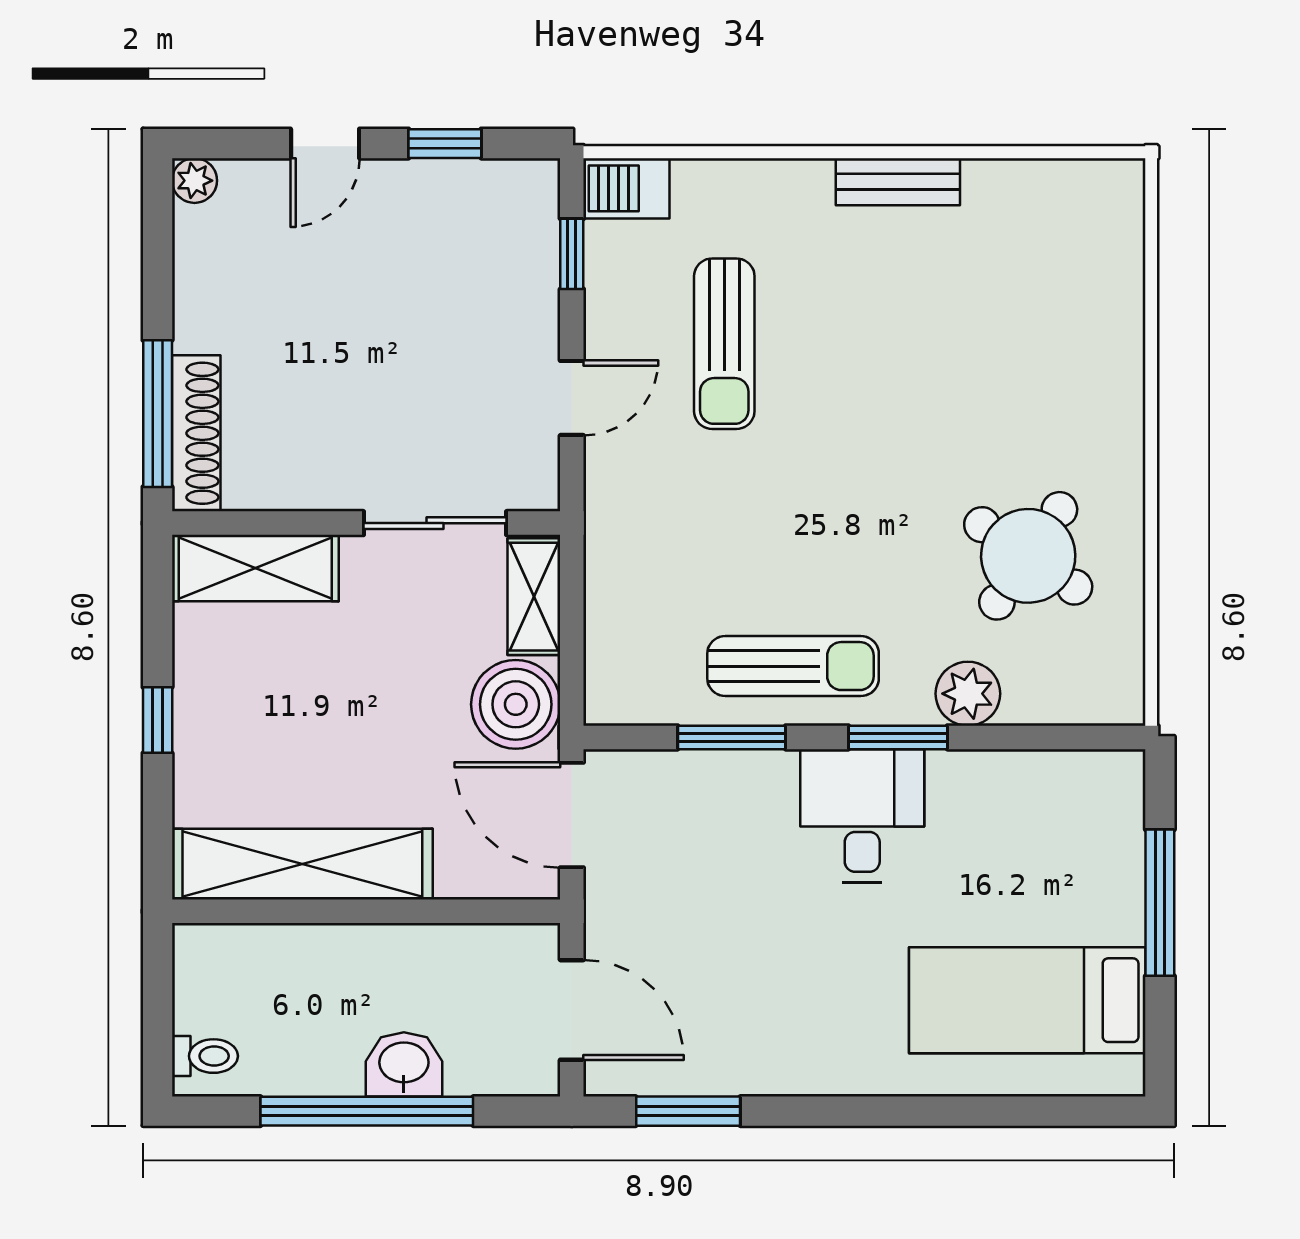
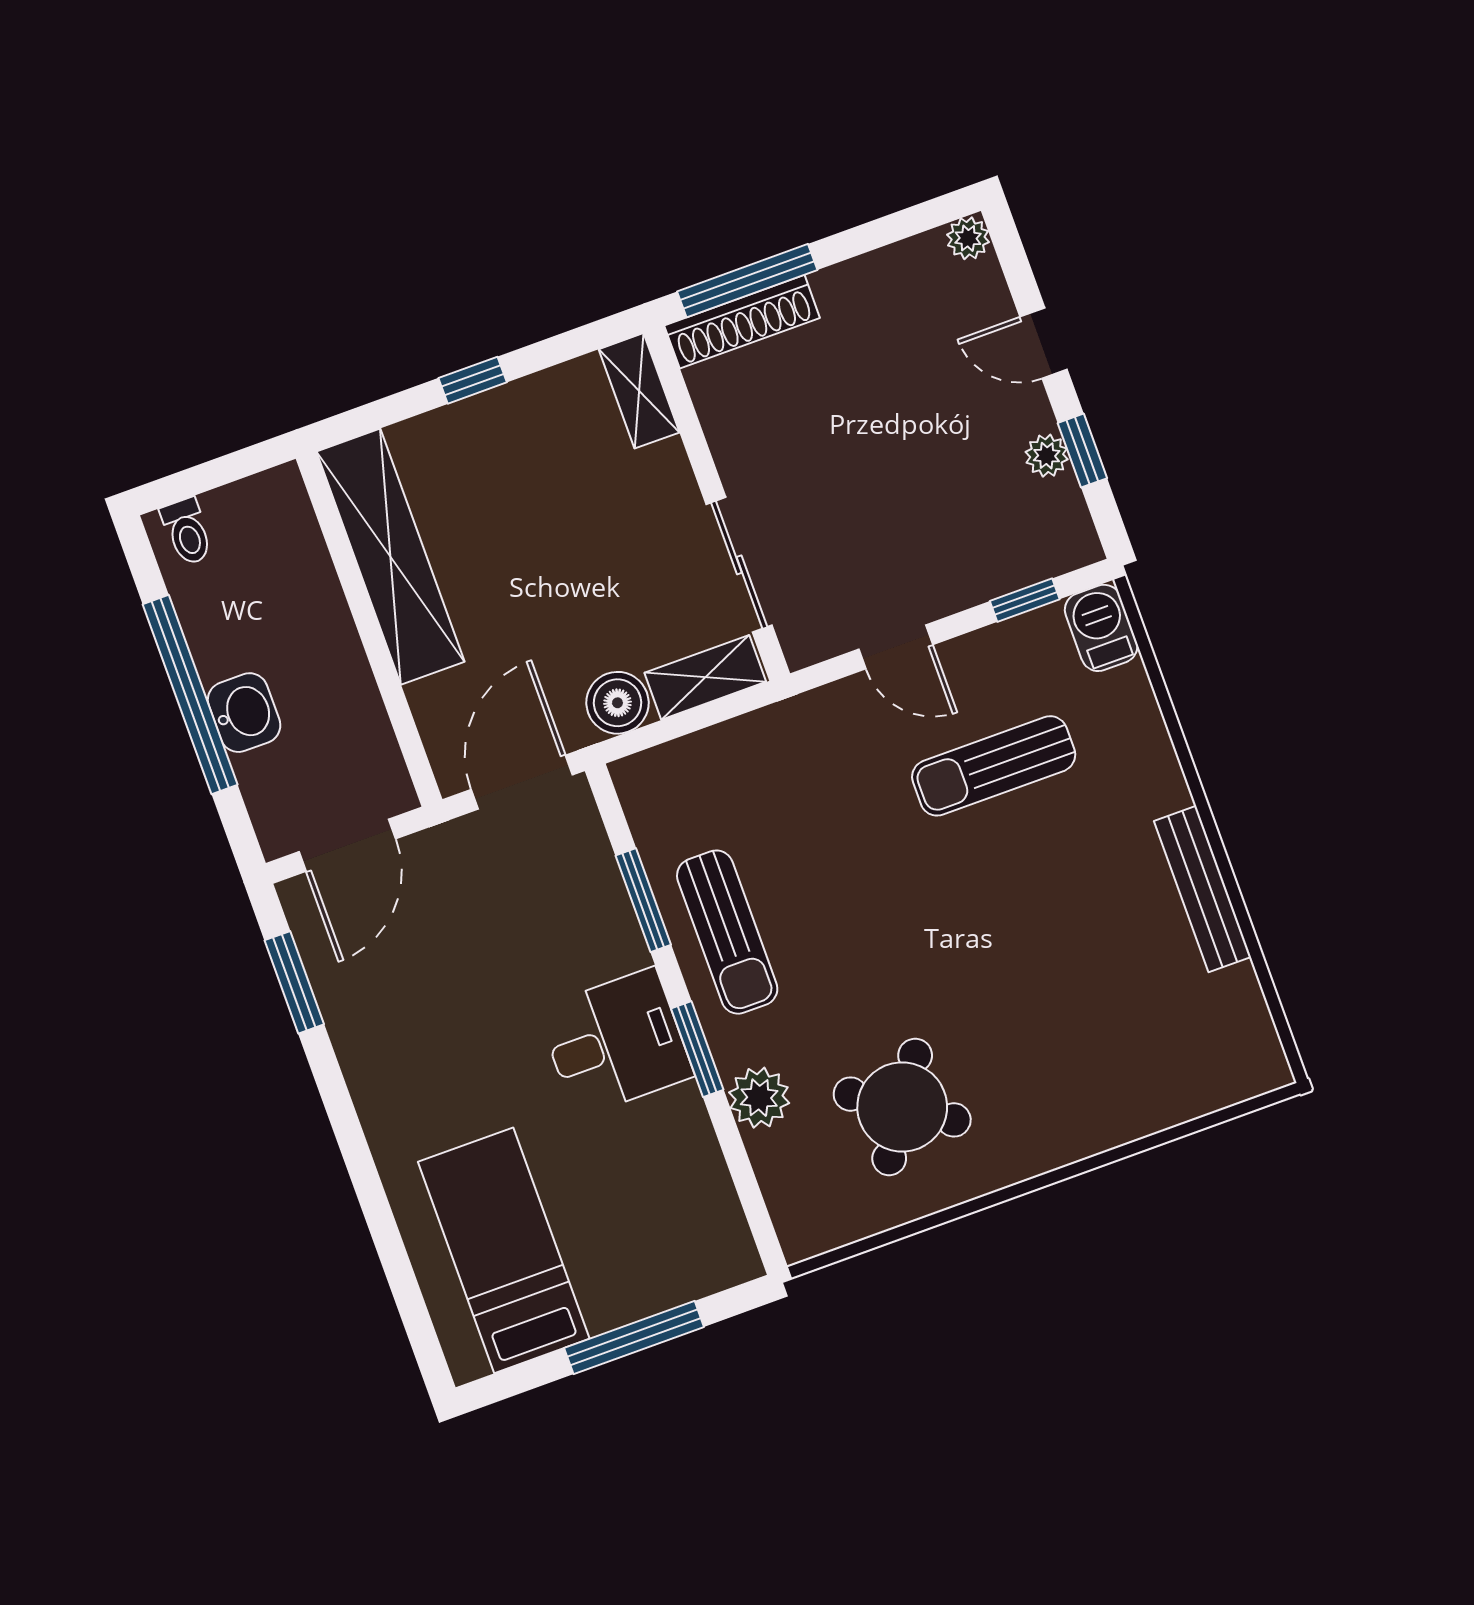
plant: (437, 181) -> (1047, 456), added
bench: (898, 182) -> (1202, 889), width x1.36
shelving: (255, 568) -> (639, 391), width x0.67, depth x0.75
boiler: (516, 704) -> (617, 703), width x0.73, depth x0.73

